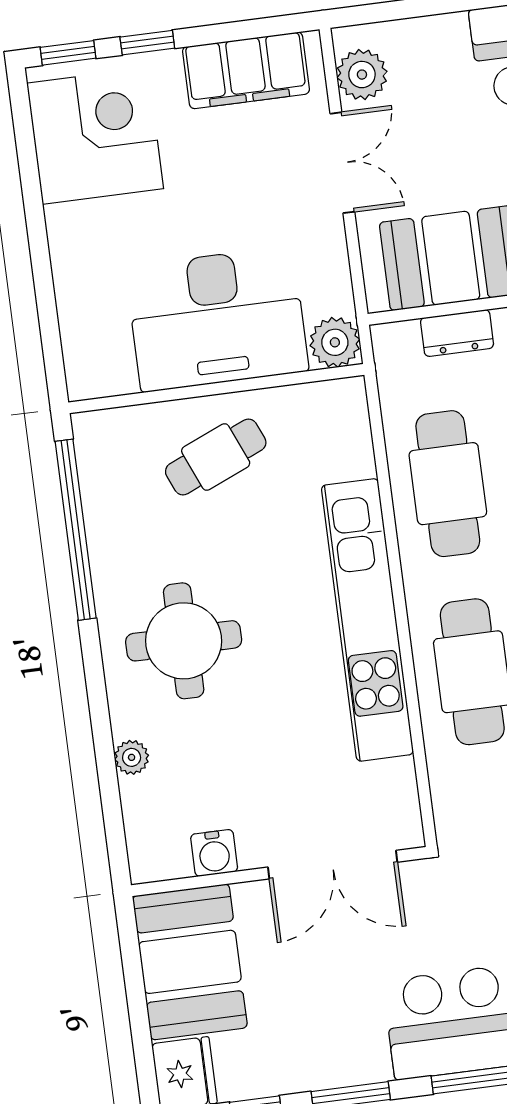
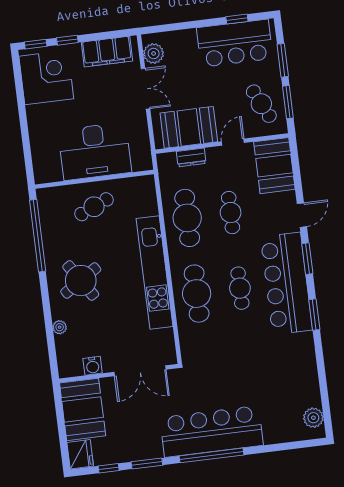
plant: (335, 342) -> (142, 161), removed
round table: (184, 641) -> (81, 281), turned -33

